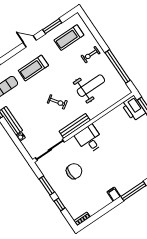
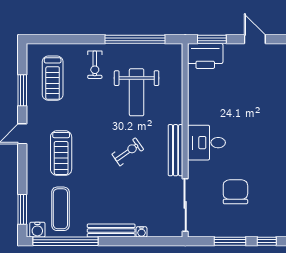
weight bench: (91, 86) -> (137, 92), turned 180

